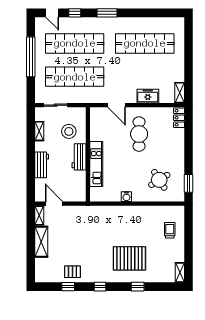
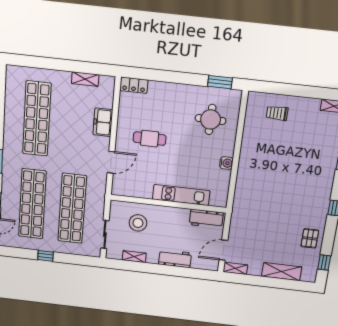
window: (31, 57) -> (46, 256), width x0.32
shelving: (180, 93) -> (85, 79), moved
cafe table: (139, 134) -> (150, 139), width x0.73, depth x0.74
workbench: (79, 157) -> (206, 219), moved
round table: (159, 180) -> (211, 119), turned 33
shelving: (41, 242) -> (282, 272), moved
pallet: (129, 258) -> (305, 168), removed
window: (68, 287) -> (324, 262), moved

